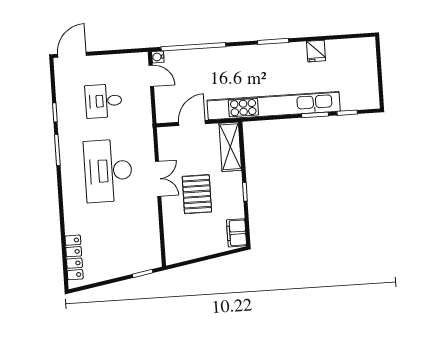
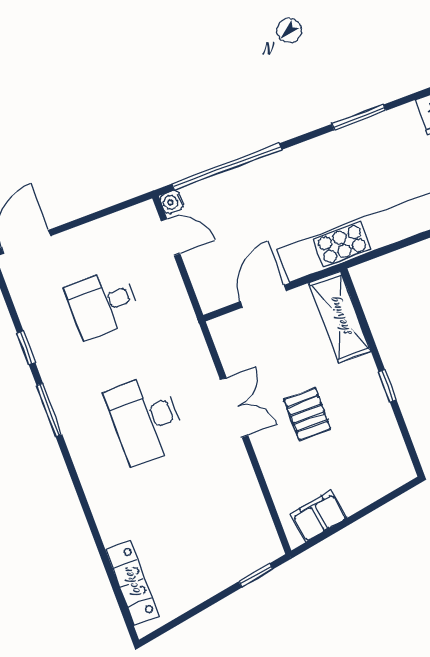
desk: (108, 171) -> (146, 419), width x0.73, depth x0.77
pallet: (197, 194) -> (307, 414), width x0.67, depth x0.71
filing cabinet: (237, 233) -> (318, 516), moved, turned 80

